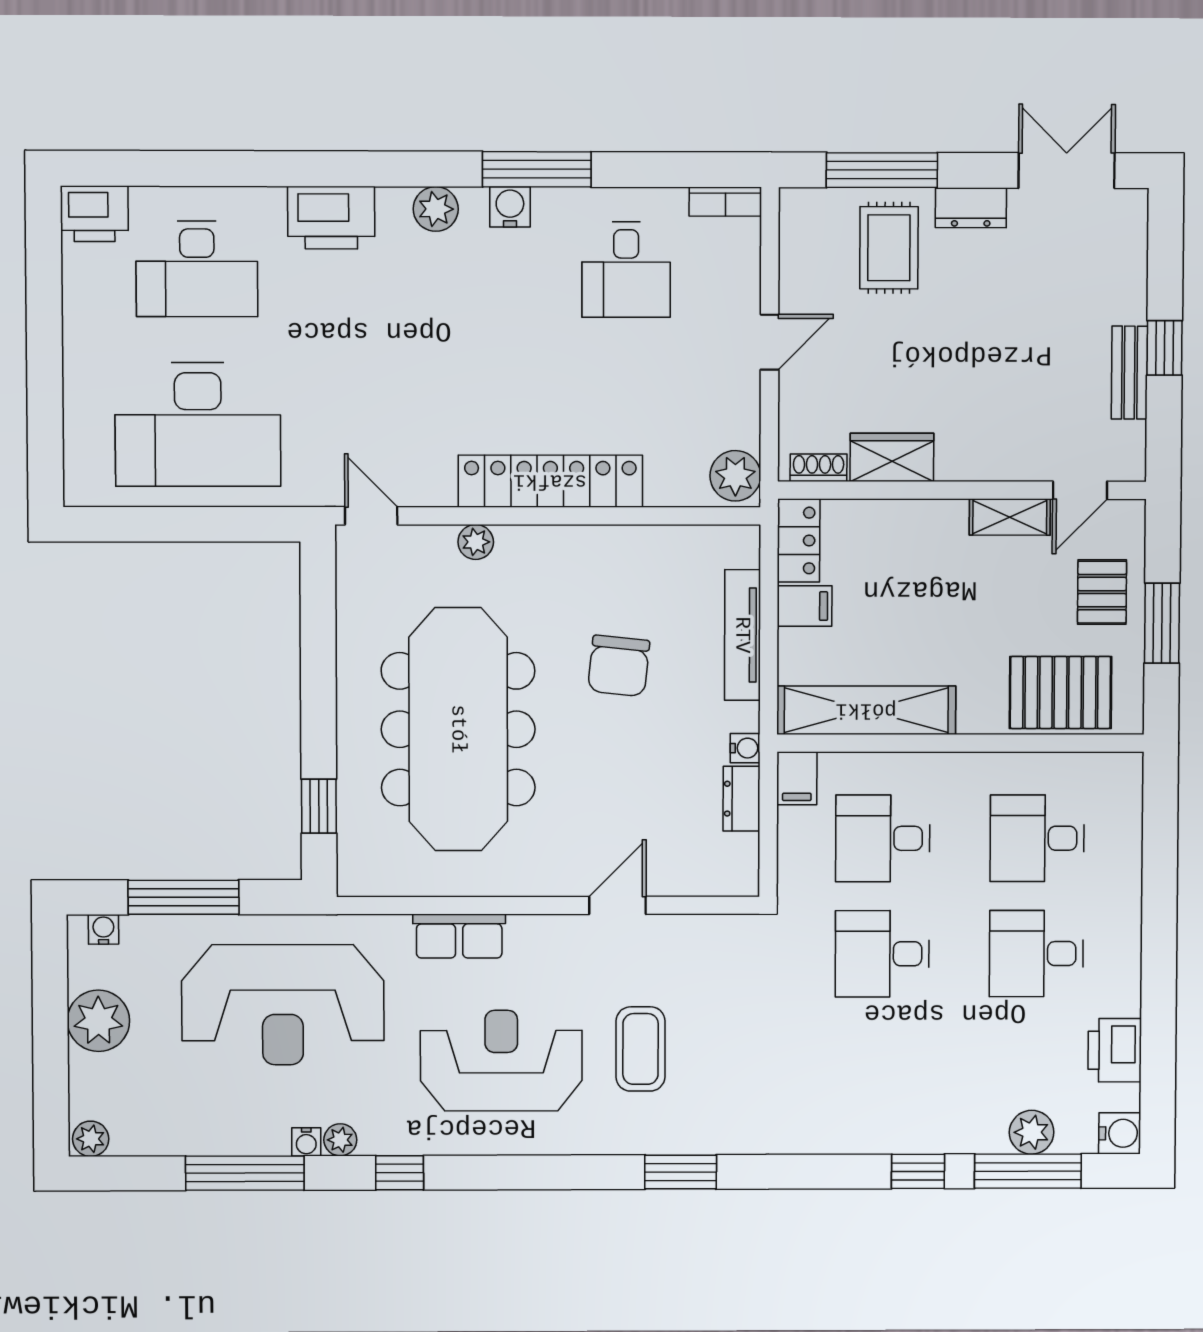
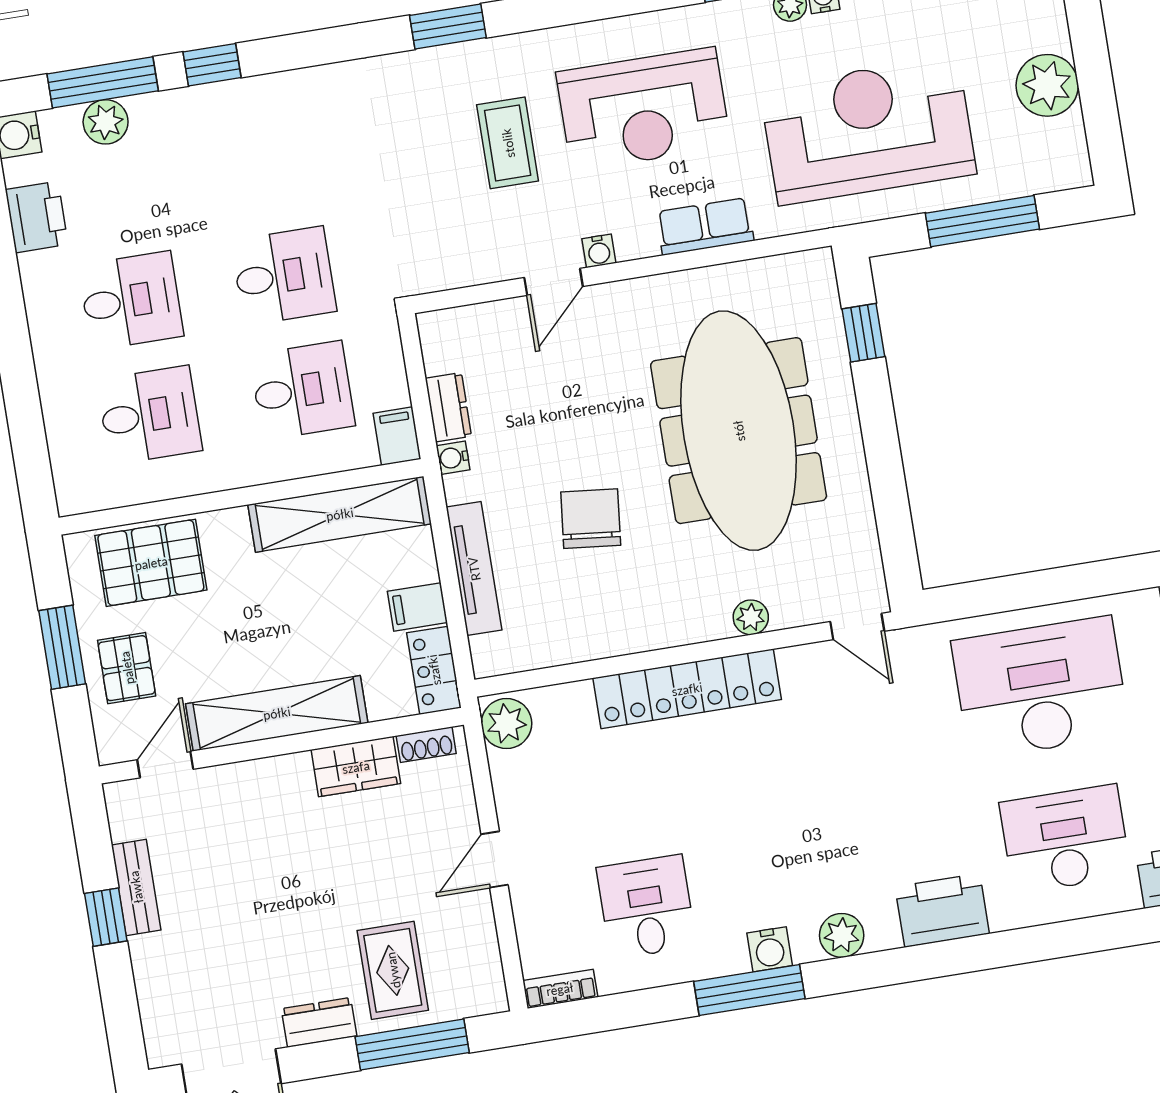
shelving: (1010, 517) -> (277, 713), width x2.20, depth x1.33
water cooler: (103, 929) -> (599, 251), moved

